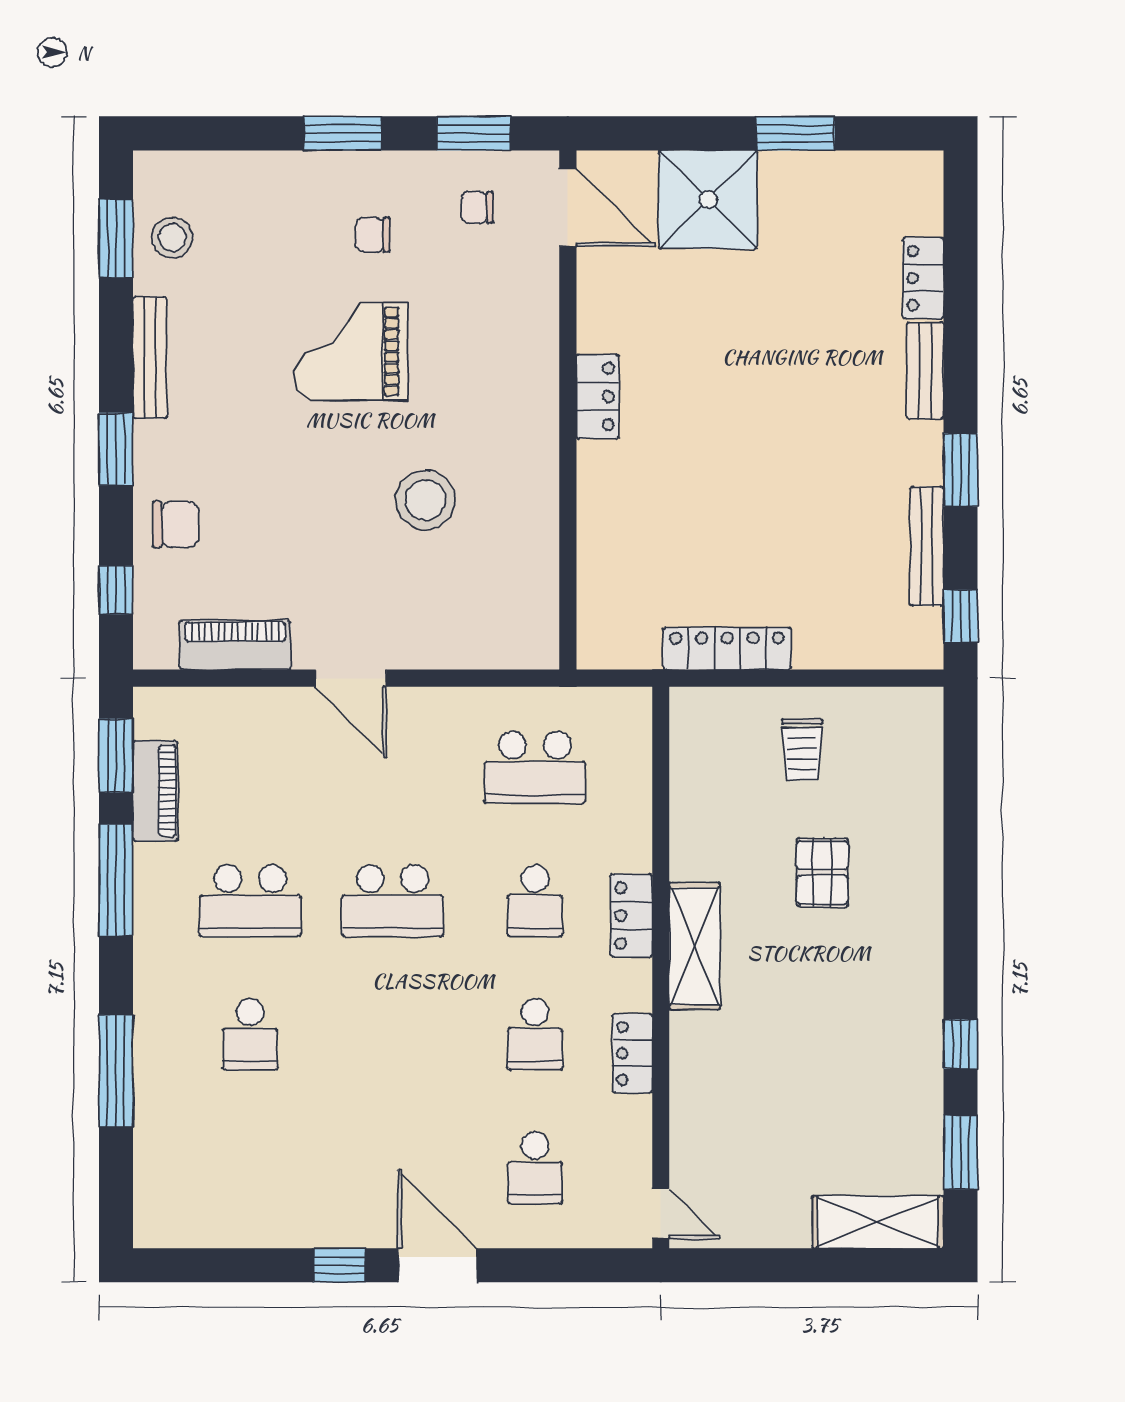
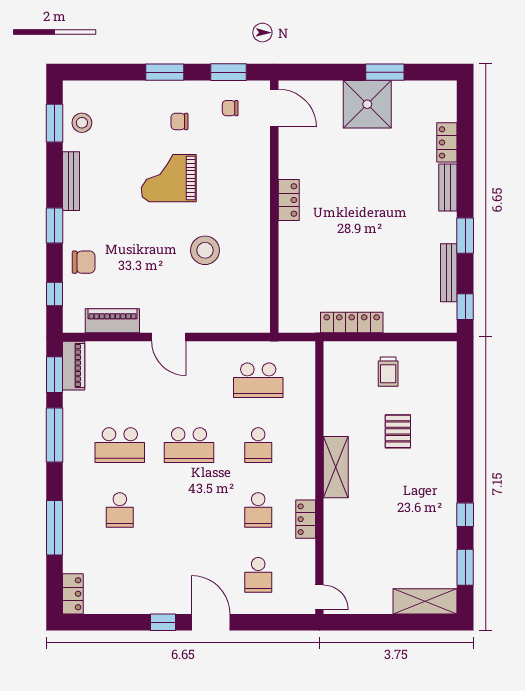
shower: (708, 200) -> (367, 104), moved
piano: (155, 791) -> (74, 366), moved
locker: (631, 916) -> (73, 594), moved, turned 180

